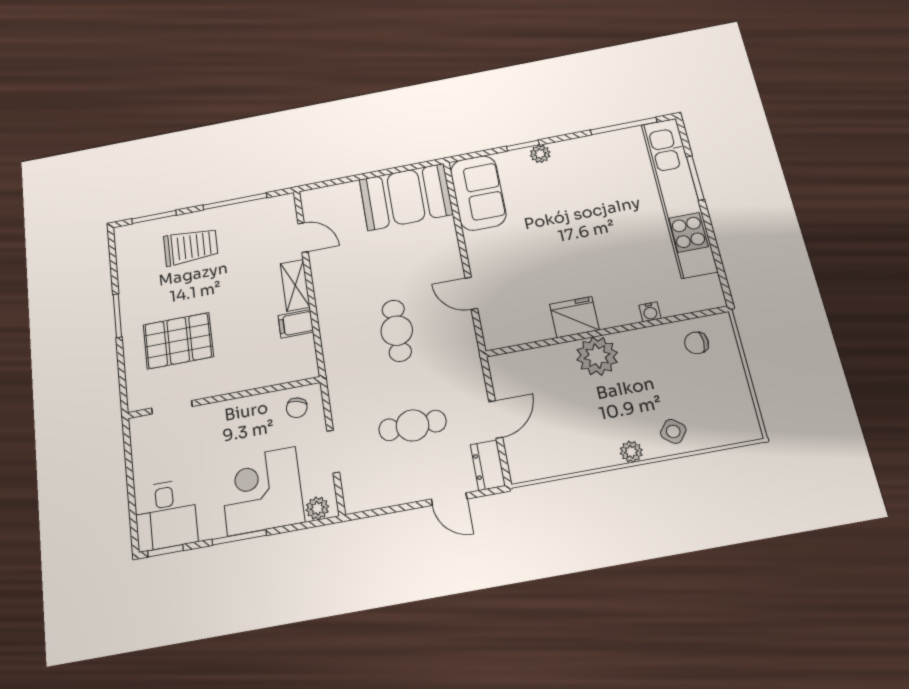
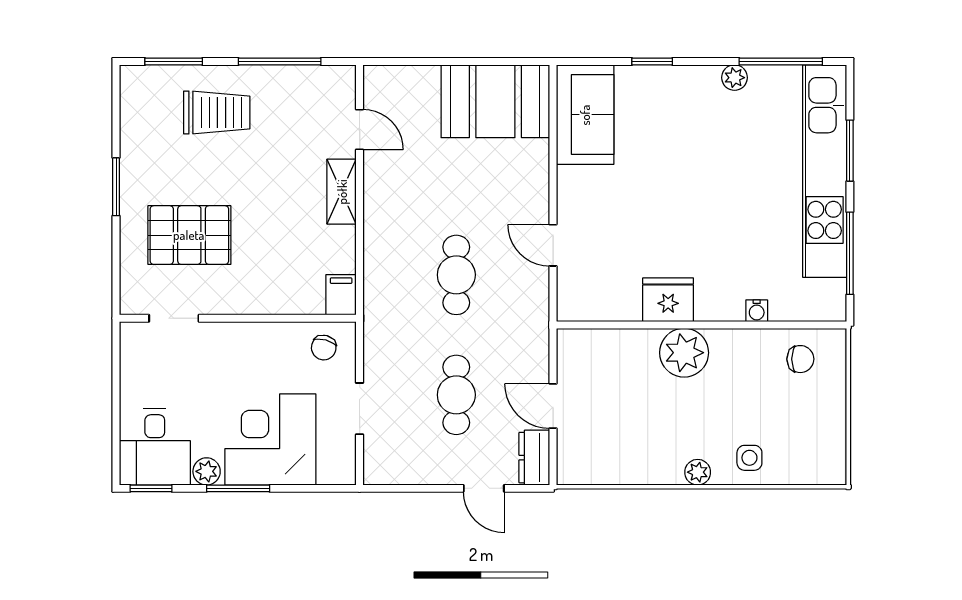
plant: (540, 154) -> (735, 78), moved
window: (716, 253) -> (850, 253), added
filing cabinet: (296, 324) -> (341, 295), moved, turned 90
chair: (696, 343) -> (800, 359), turned 180
door: (496, 419) -> (553, 406), swing flipped
cafe table: (413, 425) -> (456, 395), turned 90
side table: (673, 431) -> (749, 458), turned -38
plant: (317, 508) -> (207, 471), moved

